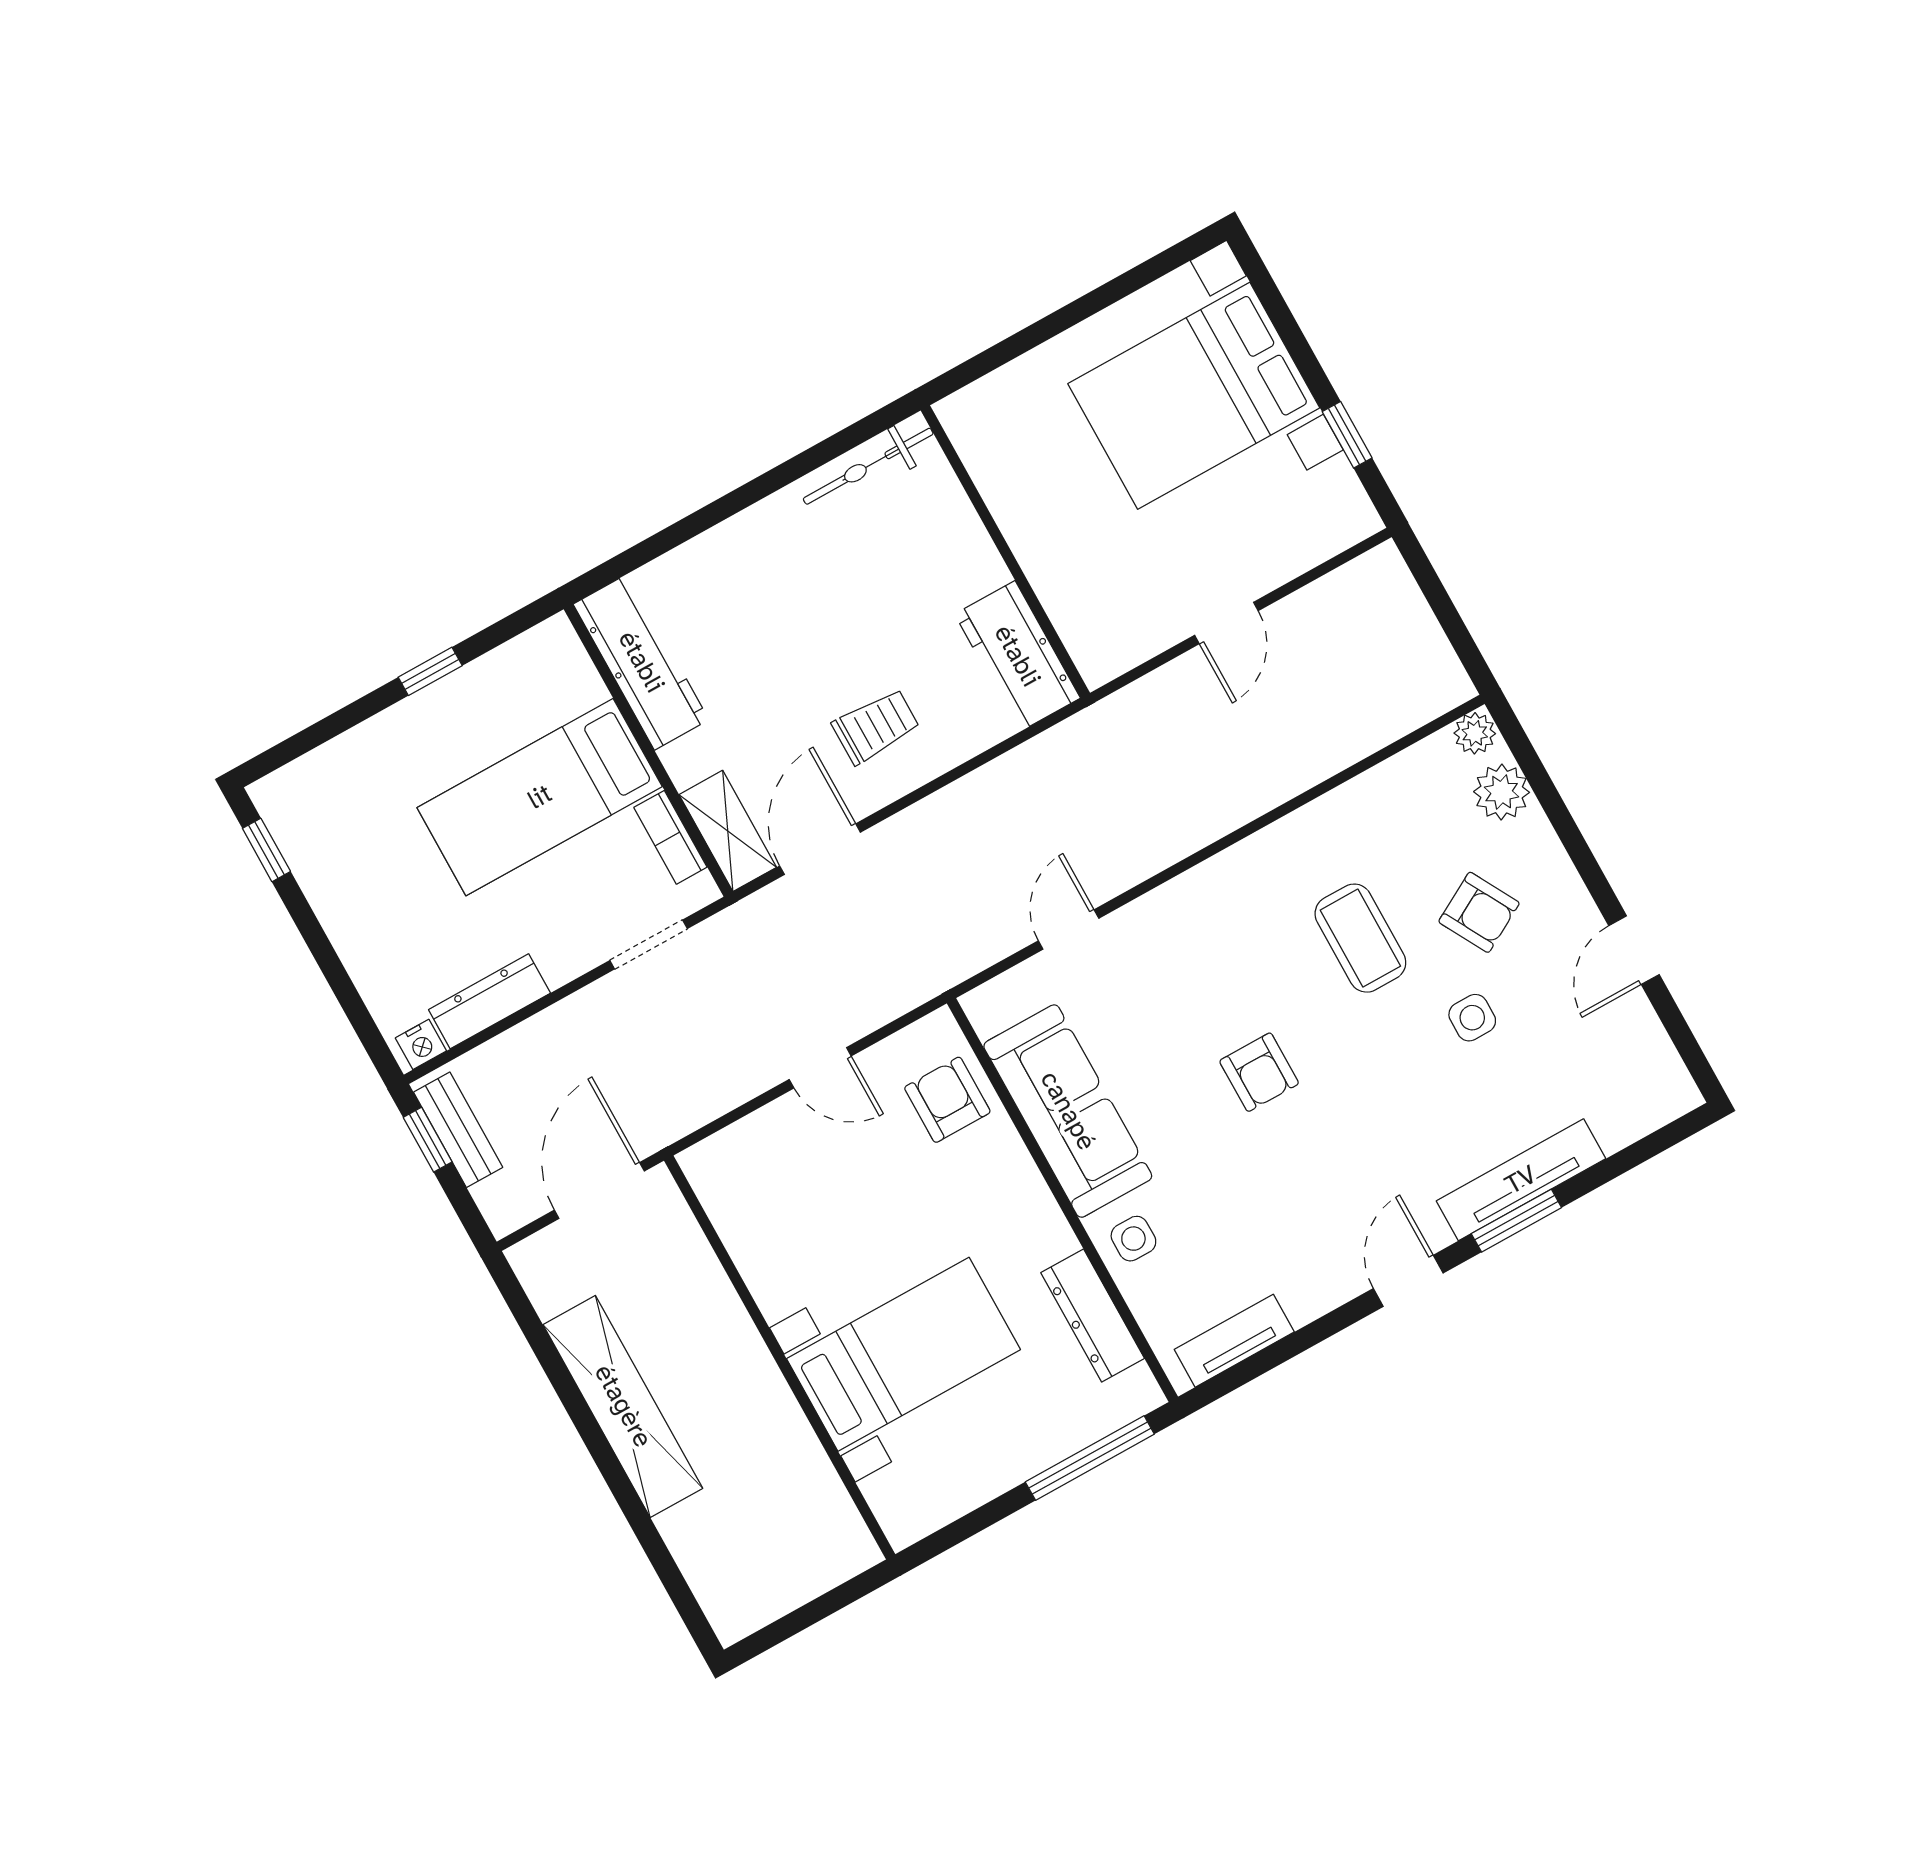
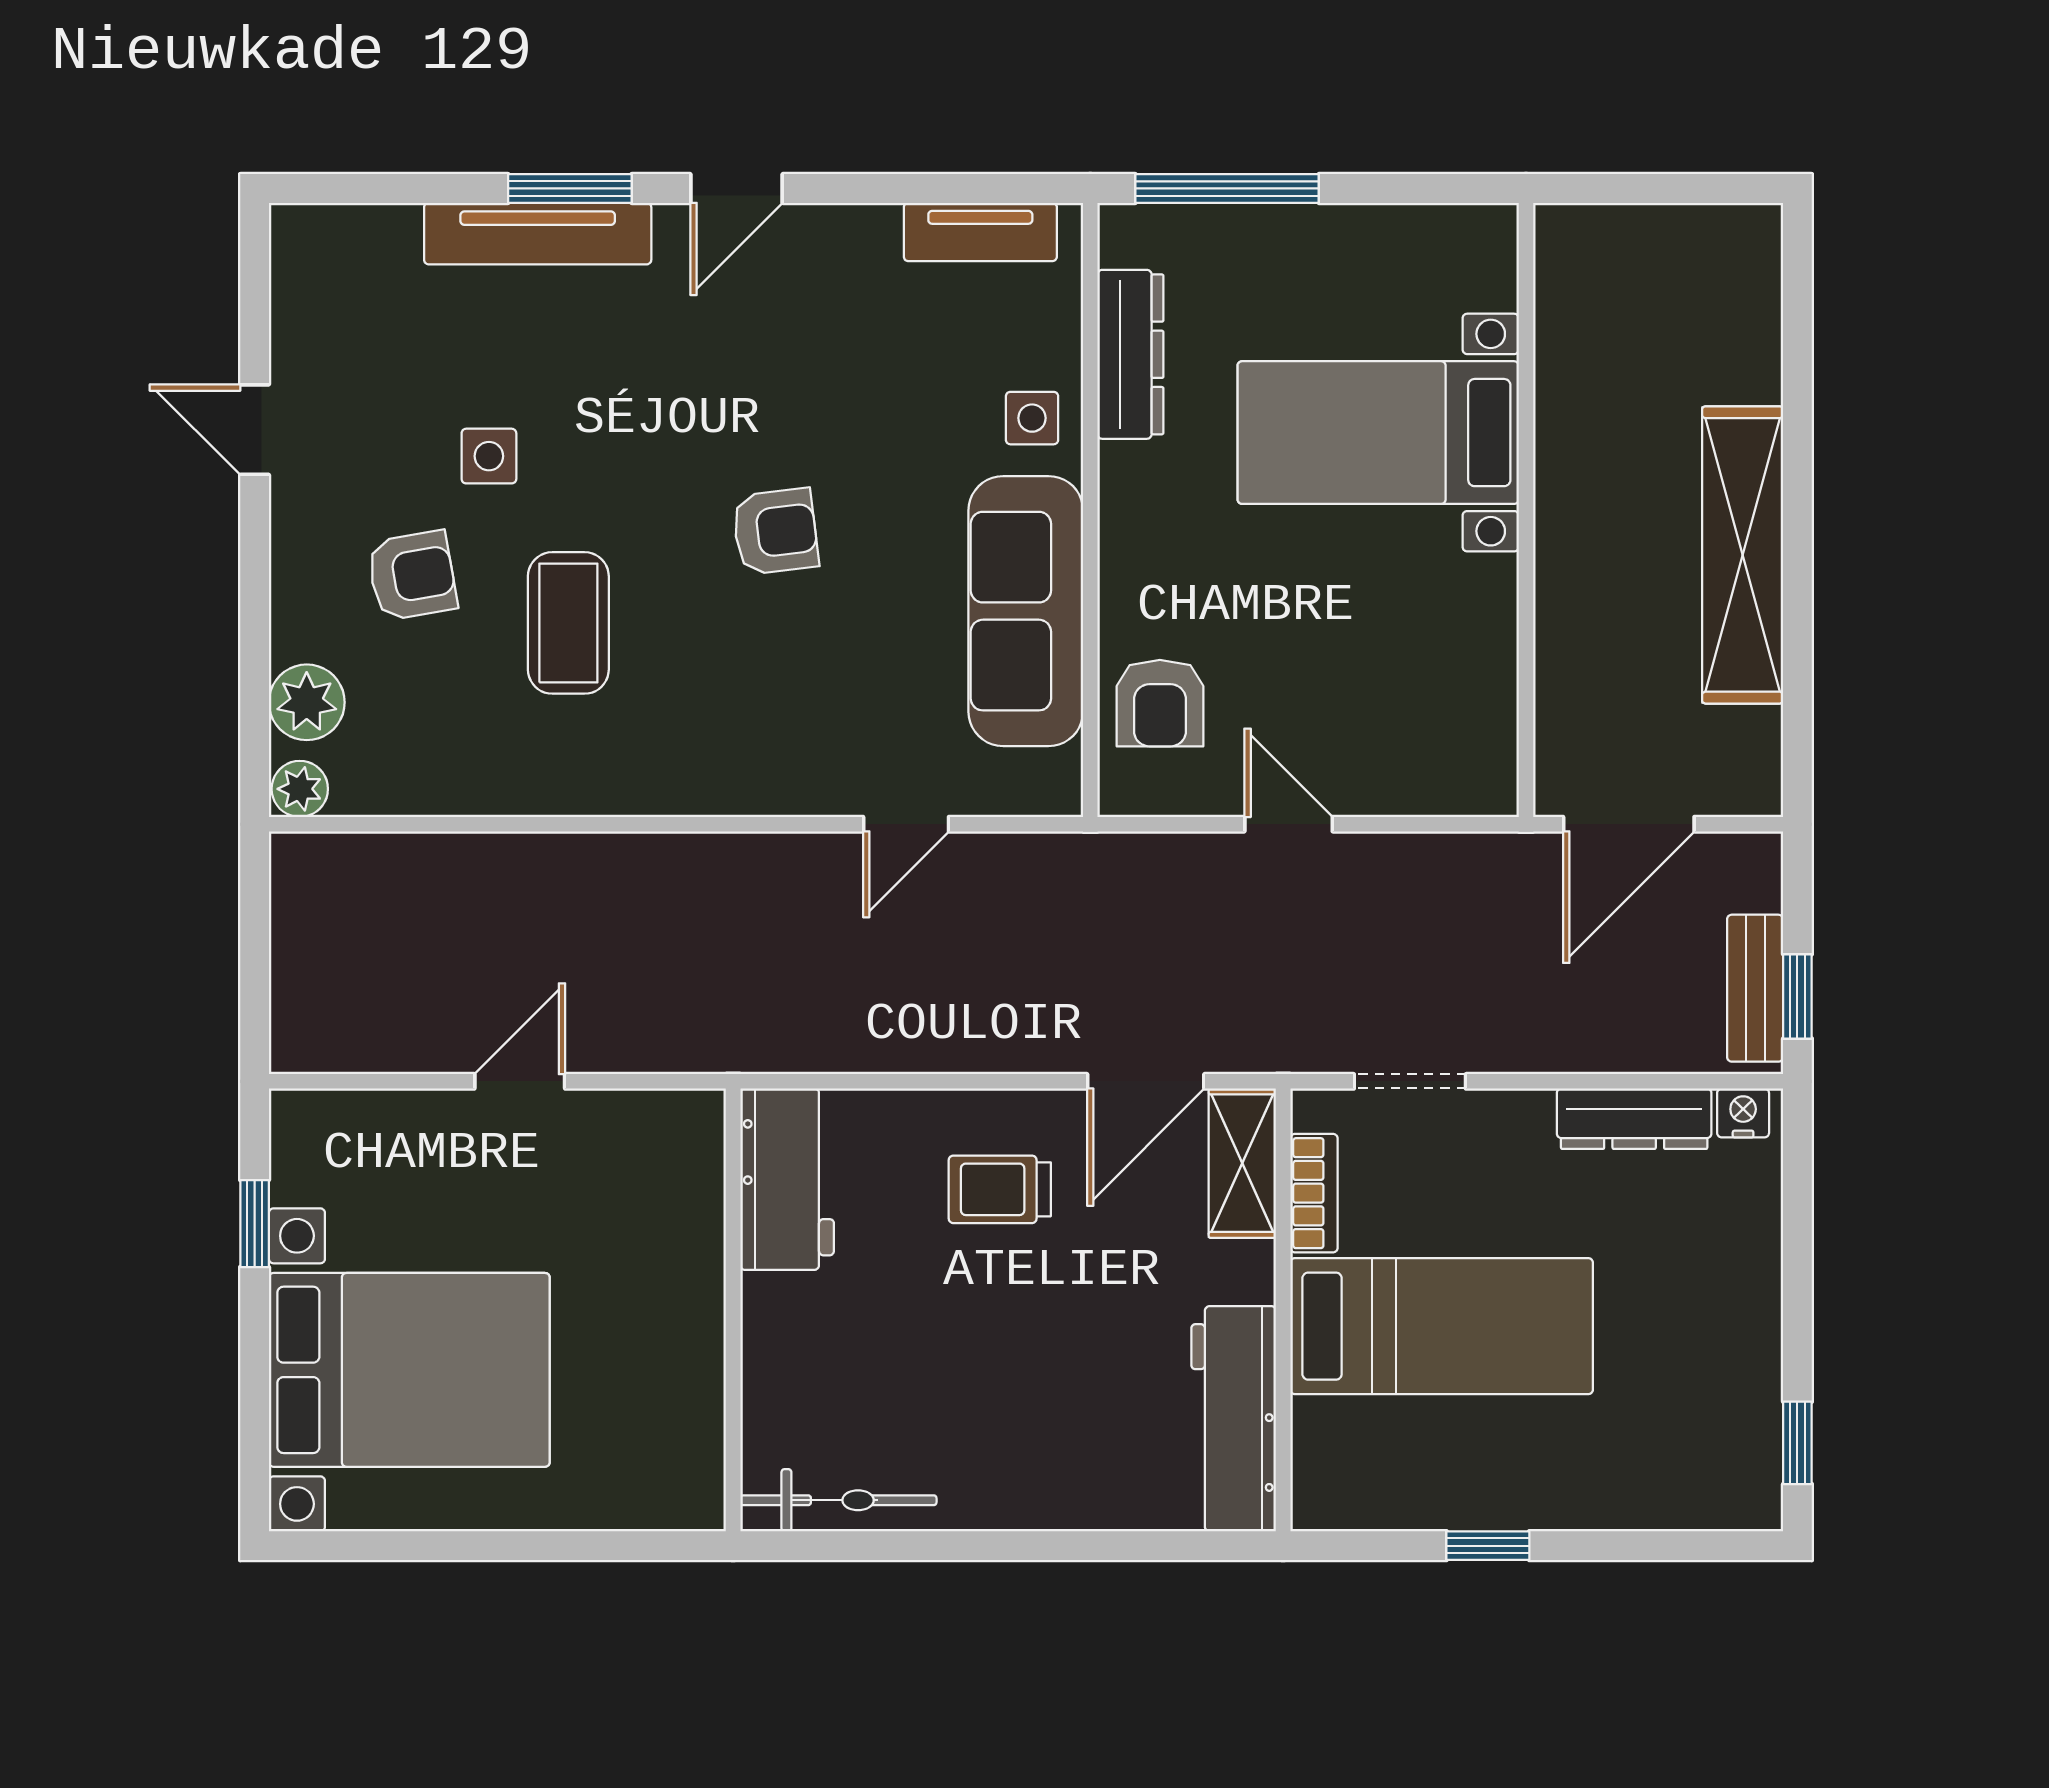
armchair: (1479, 912) -> (412, 576), turned 109
door: (1634, 950) -> (255, 430), swing flipped
armchair: (1259, 1072) -> (775, 532), turned 83

